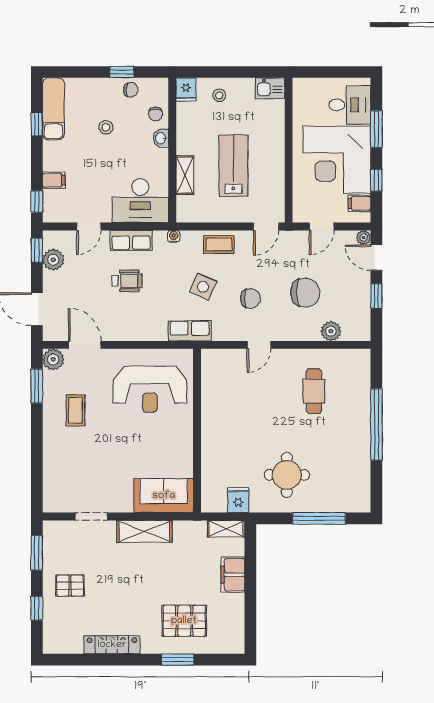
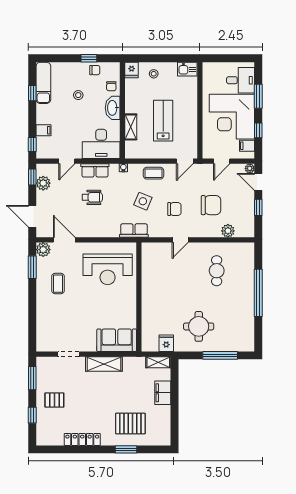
washbasin: (161, 138) -> (113, 108), width x1.91, depth x1.45

